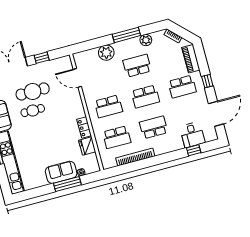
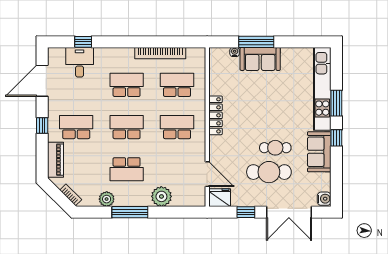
locker: (84, 127) -> (215, 115), width x1.53
school desk: (154, 127) -> (127, 85), turned 180
fridge: (87, 146) -> (220, 198), moved, turned -90

